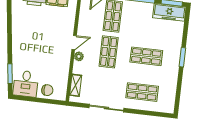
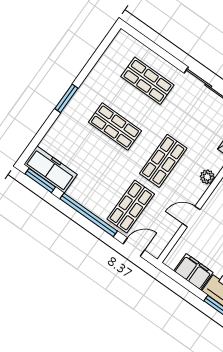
door: (74, 42) -> (191, 217), moved

